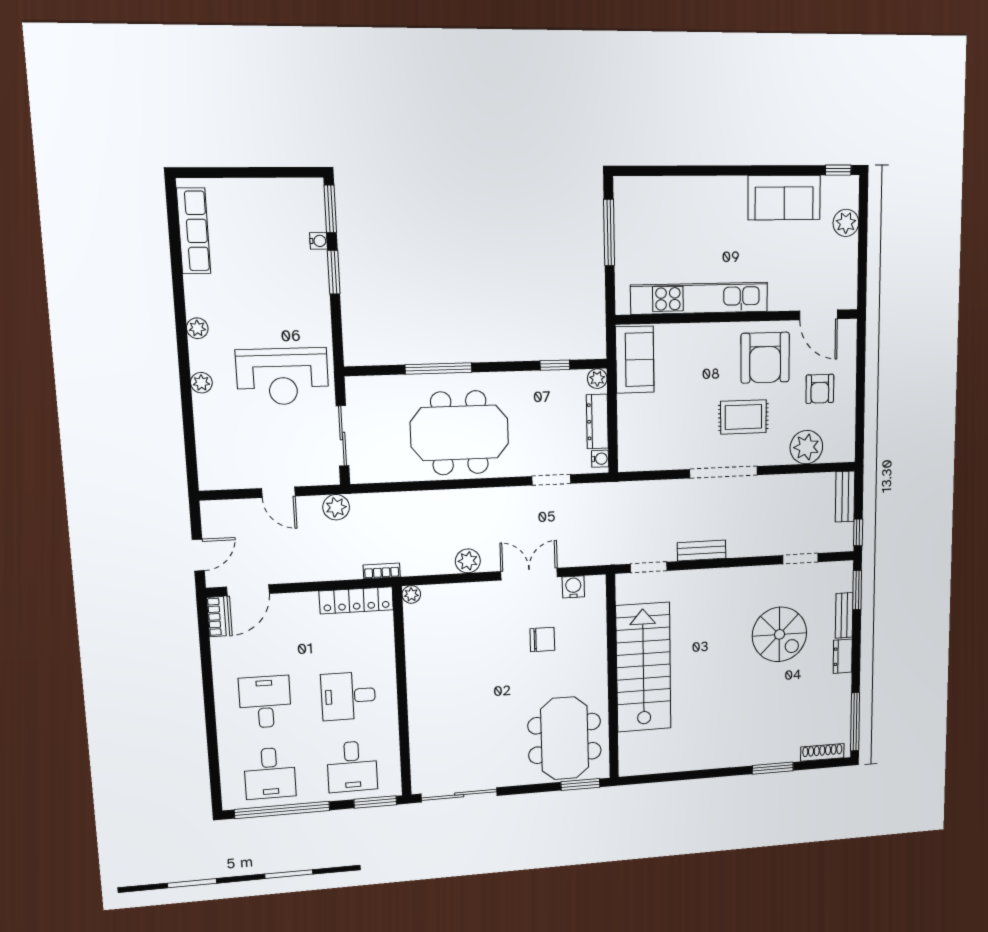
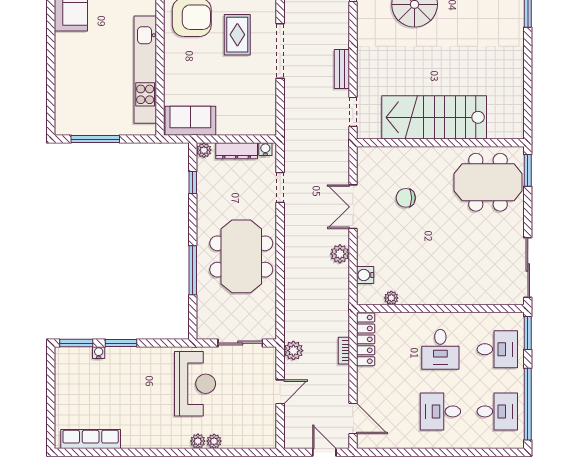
plant: (197, 328) -> (214, 441), moved
bookcase: (382, 571) -> (344, 351), moved
water cooler: (573, 587) -> (365, 275), moved
plant: (411, 594) -> (391, 298), moved
bookcase: (216, 617) -> (372, 443), removed
chair: (542, 639) -> (406, 198), turned -90

